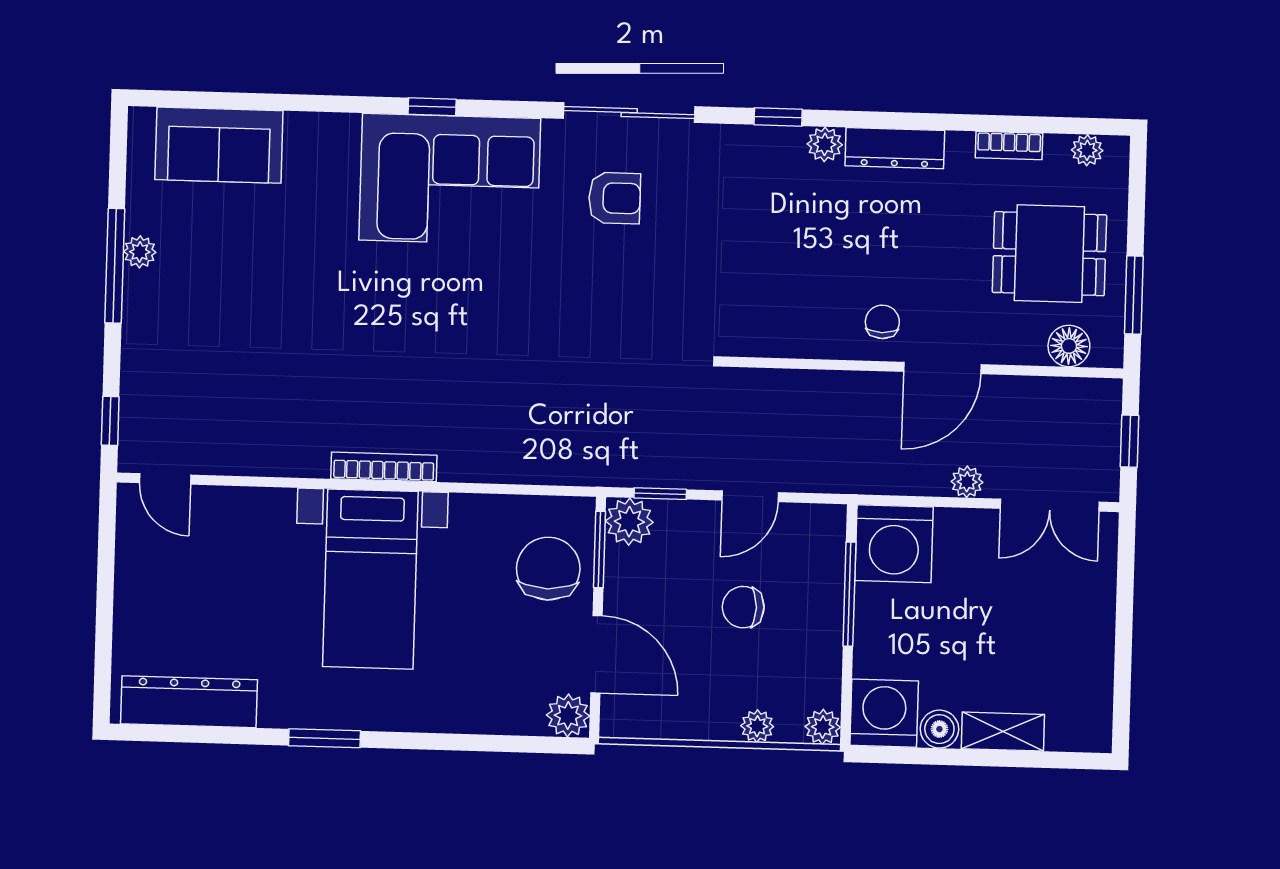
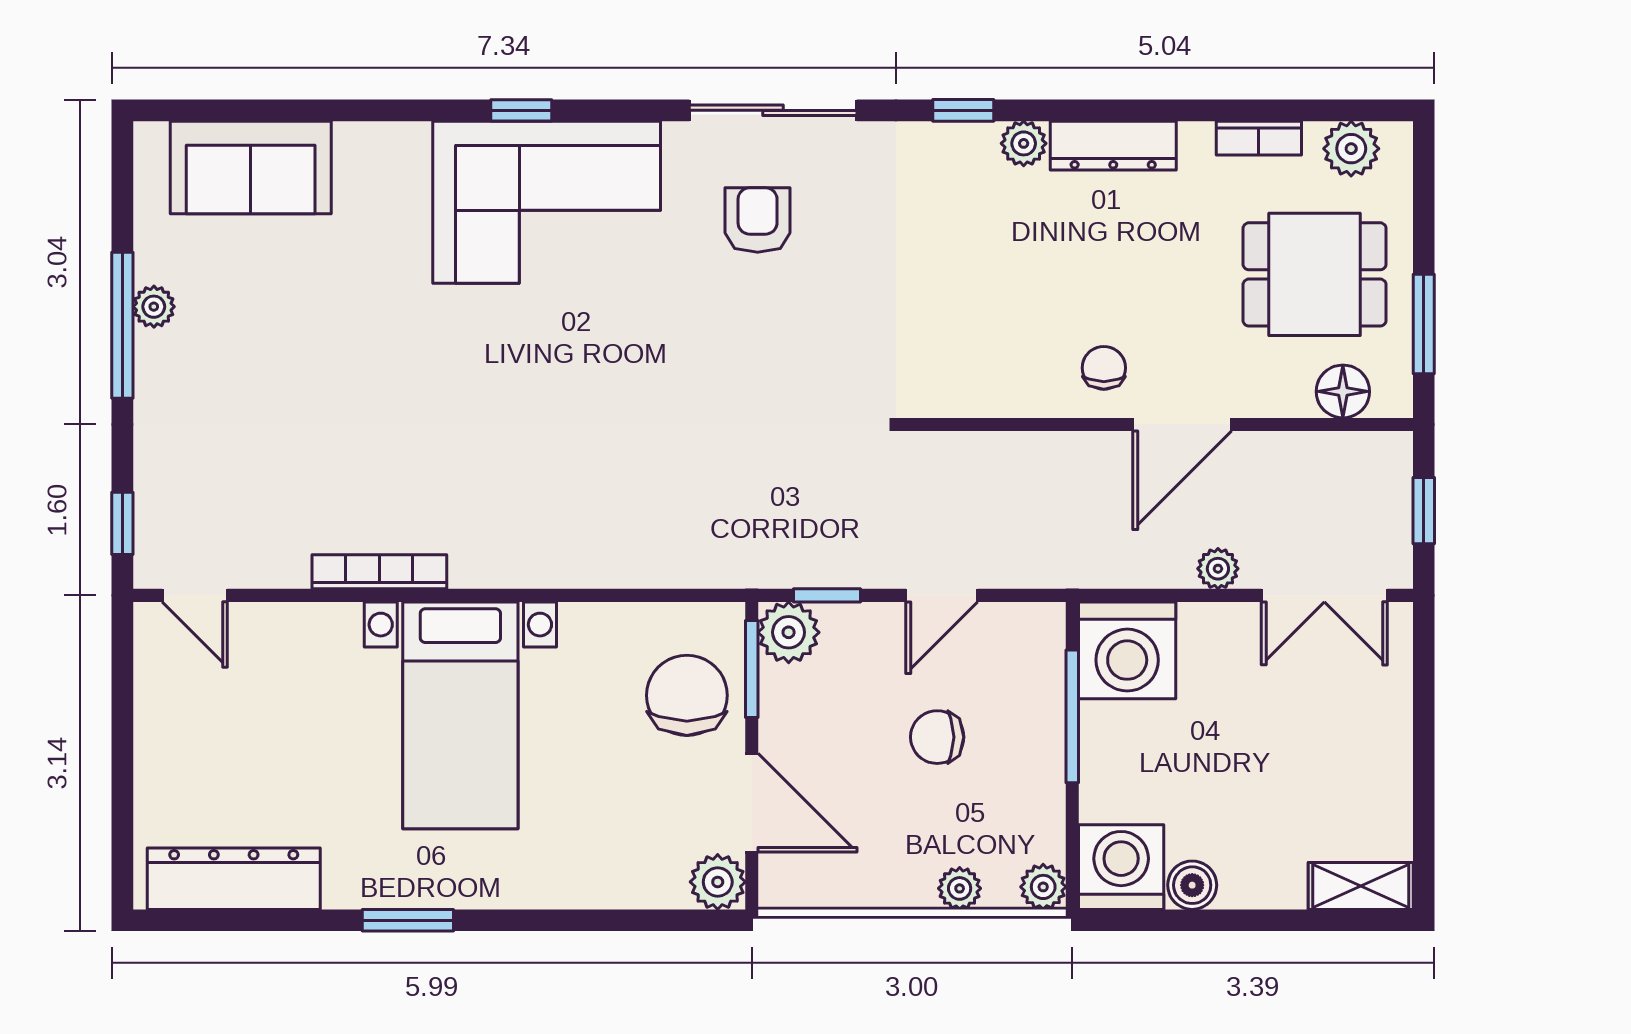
plant: (1087, 150) -> (1351, 149), width x1.38, depth x1.38
armchair: (615, 198) -> (758, 220), turned -90
bookcase: (384, 467) -> (379, 572), moved
shelving: (1003, 732) -> (1361, 886), moved

